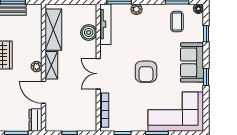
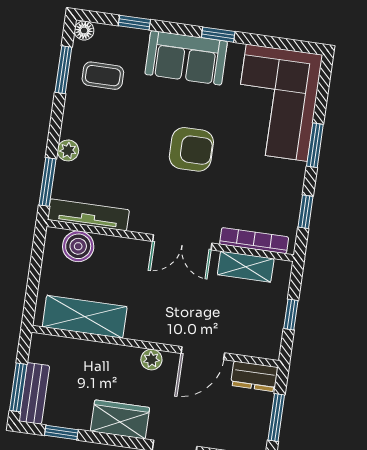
boiler: (89, 33) -> (78, 246), moved
shelving: (51, 65) -> (246, 267), moved

